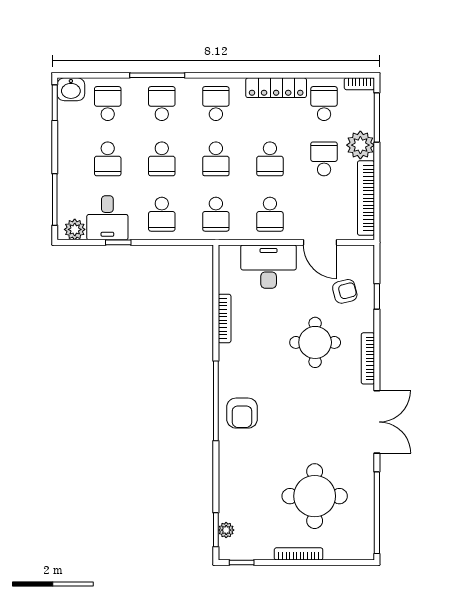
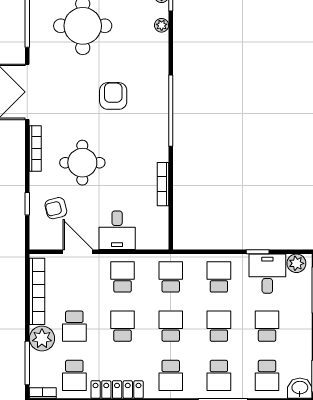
desk: (269, 267) -> (117, 230), width x0.73
armchair: (242, 413) -> (113, 96), moved
plant: (226, 497) -> (162, 25), added

